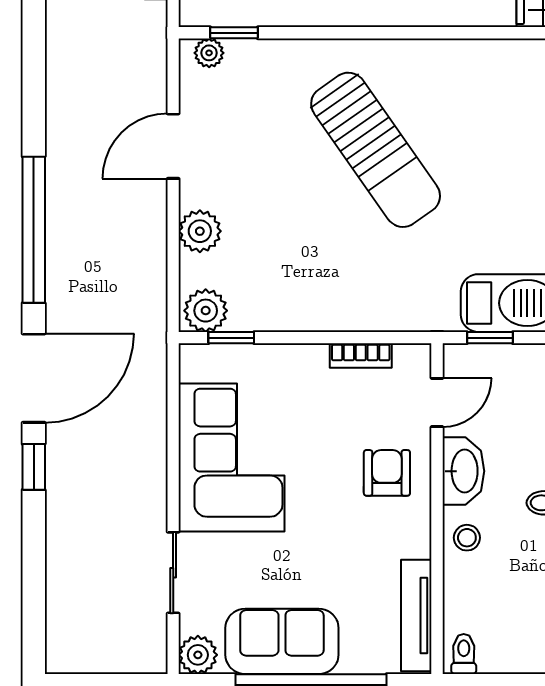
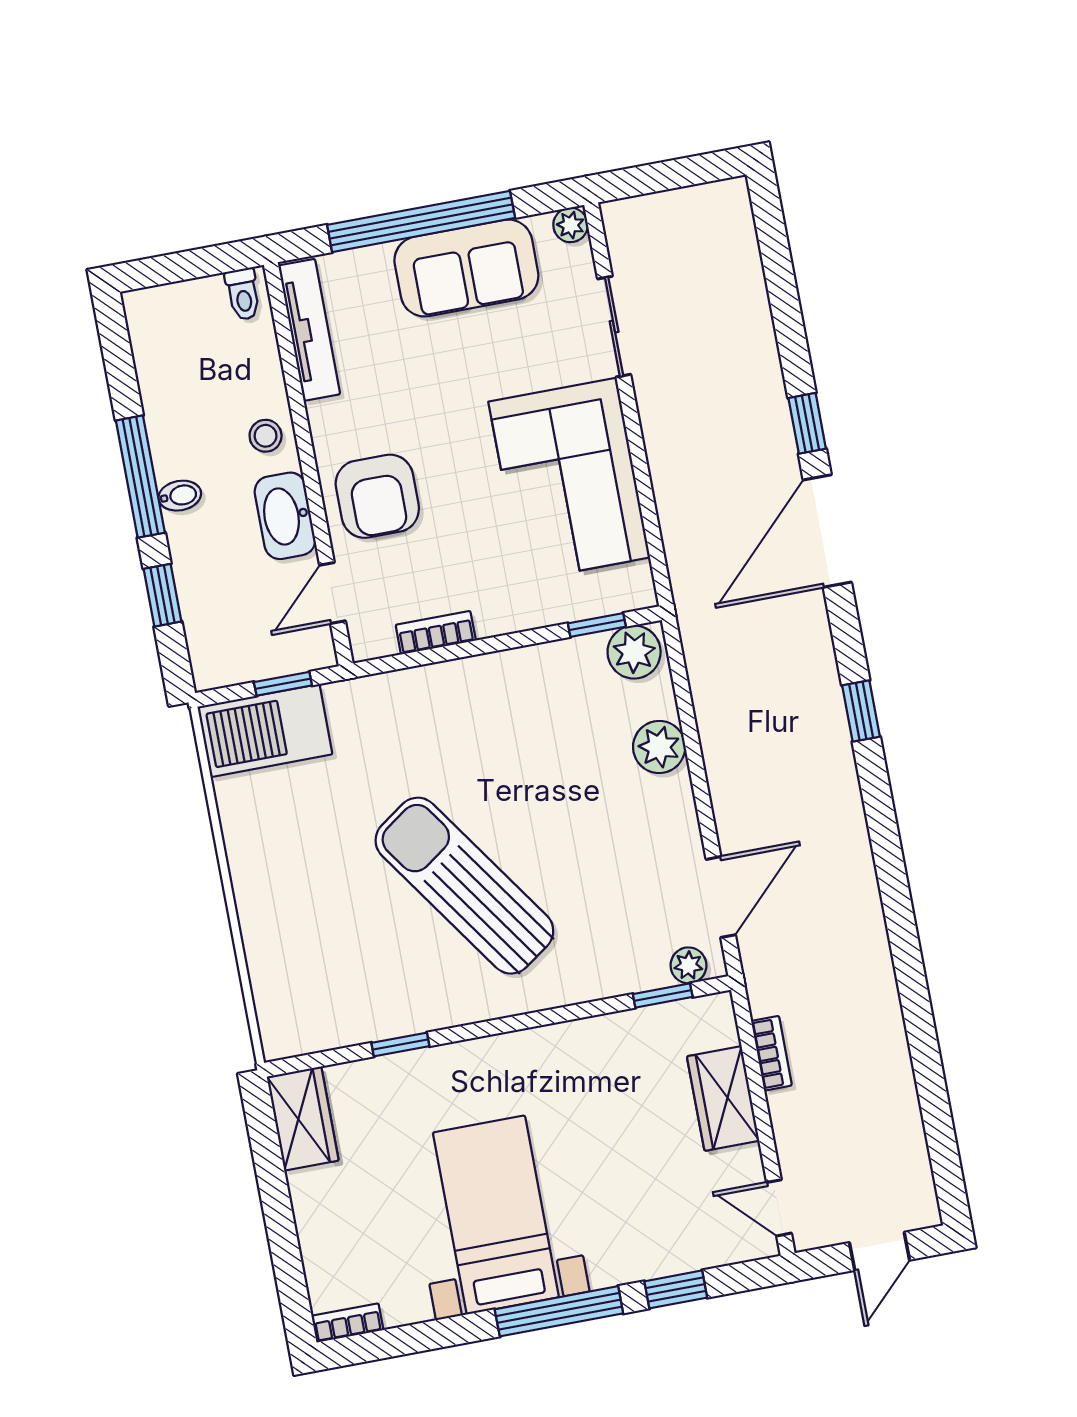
window: (450, 33) -> (400, 1045), added
door: (173, 146) -> (721, 897), moved
window: (34, 230) -> (861, 711), width x0.32
armchair: (387, 473) -> (377, 496), width x1.38, depth x1.38
plant: (198, 655) -> (570, 225), width x0.73, depth x0.73

